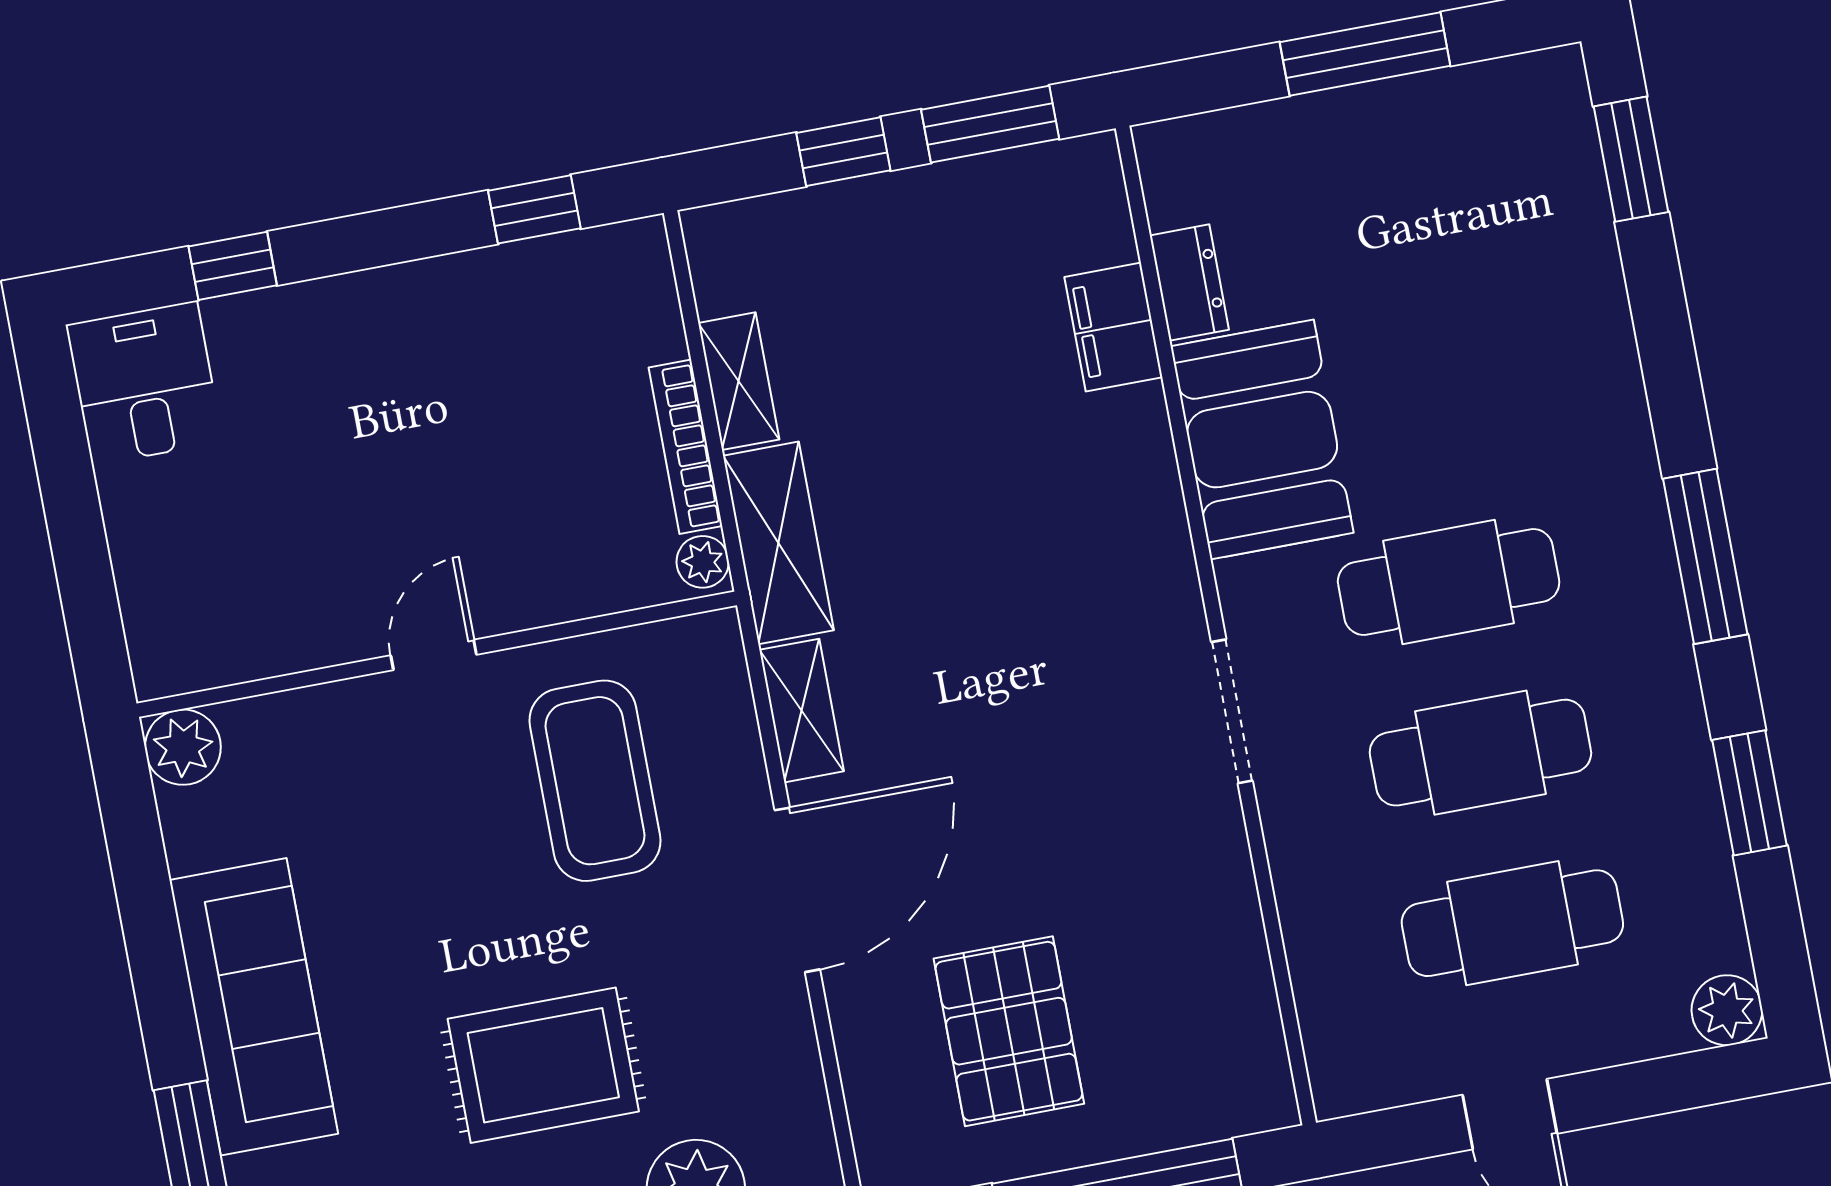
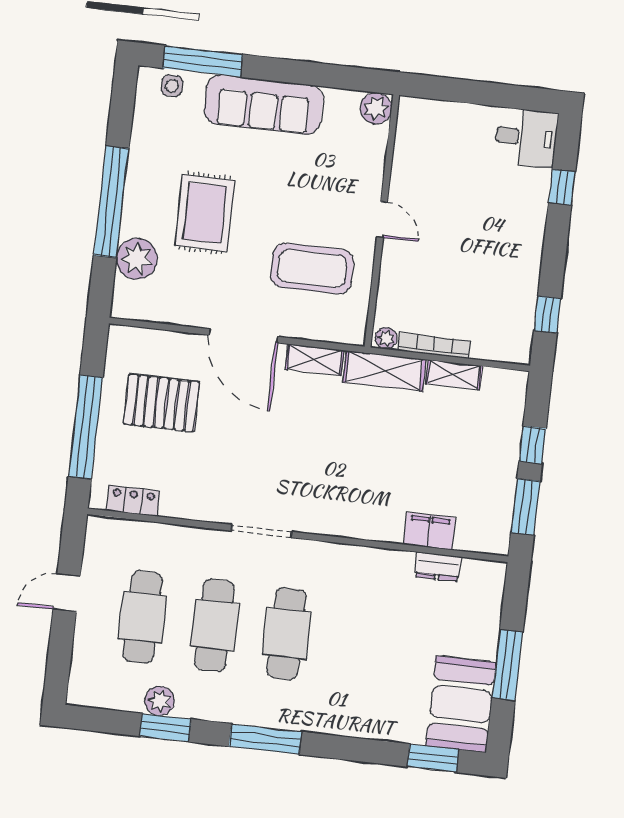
booth: (1262, 440) -> (461, 704), moved, turned 90
plant: (1727, 1010) -> (160, 701), moved
locker: (1253, 1026) -> (133, 501), added

